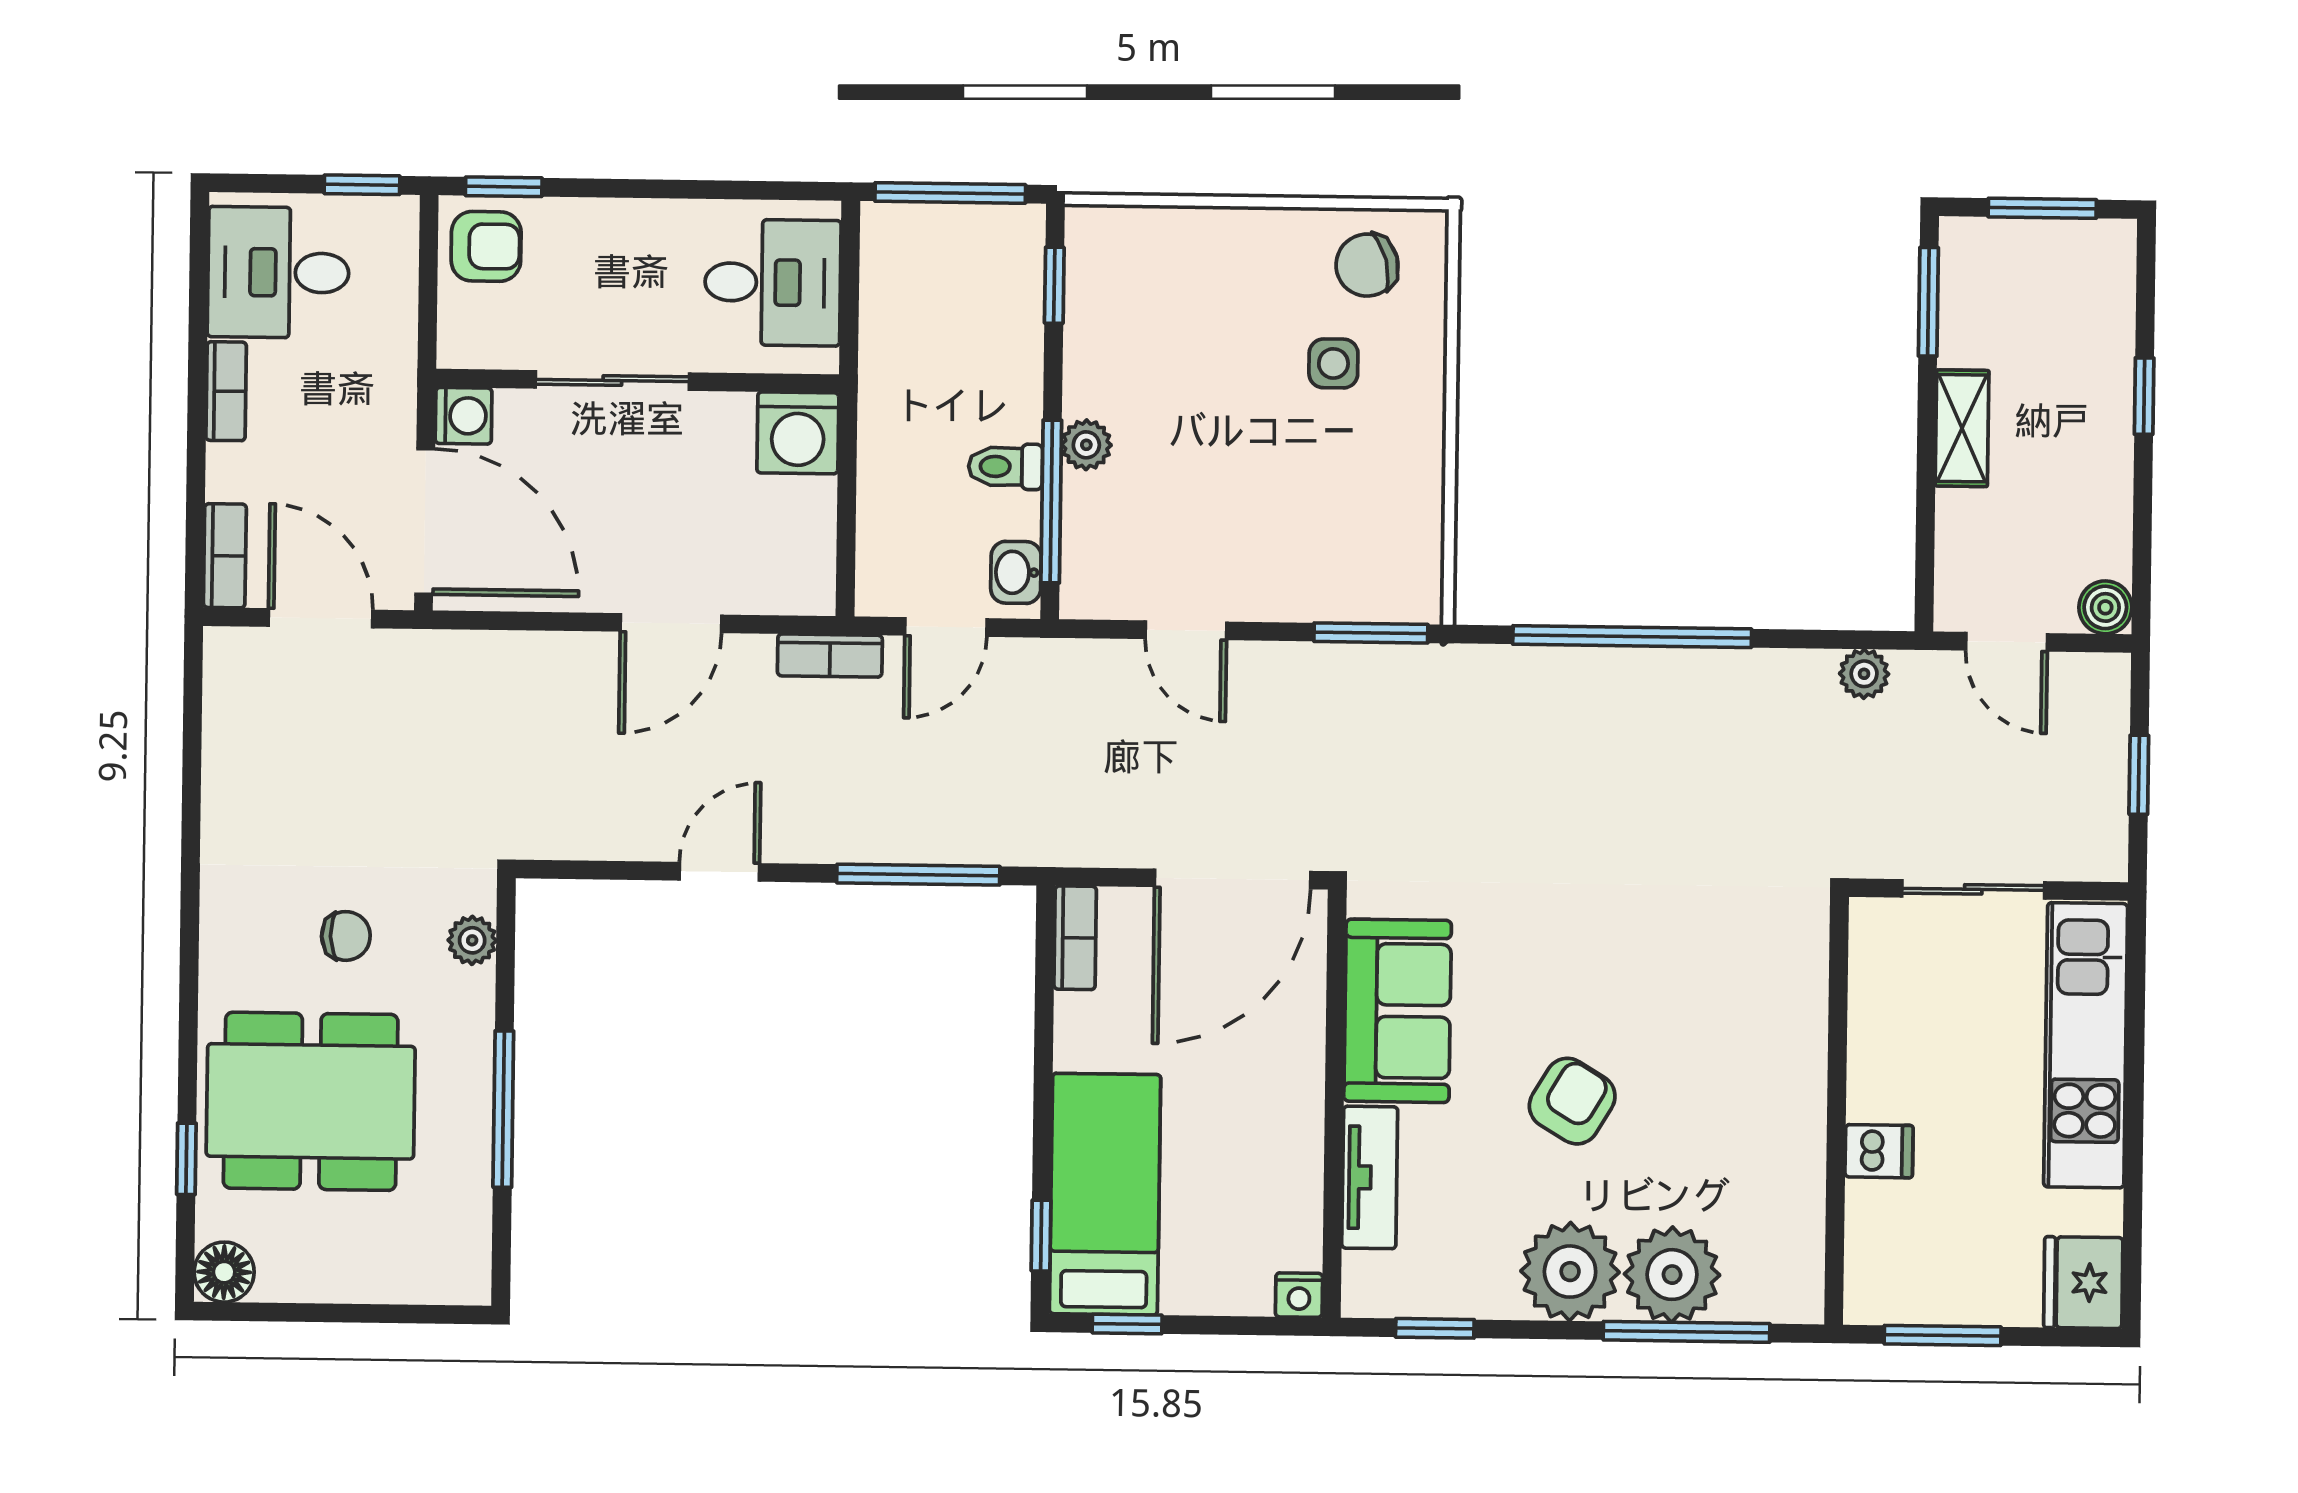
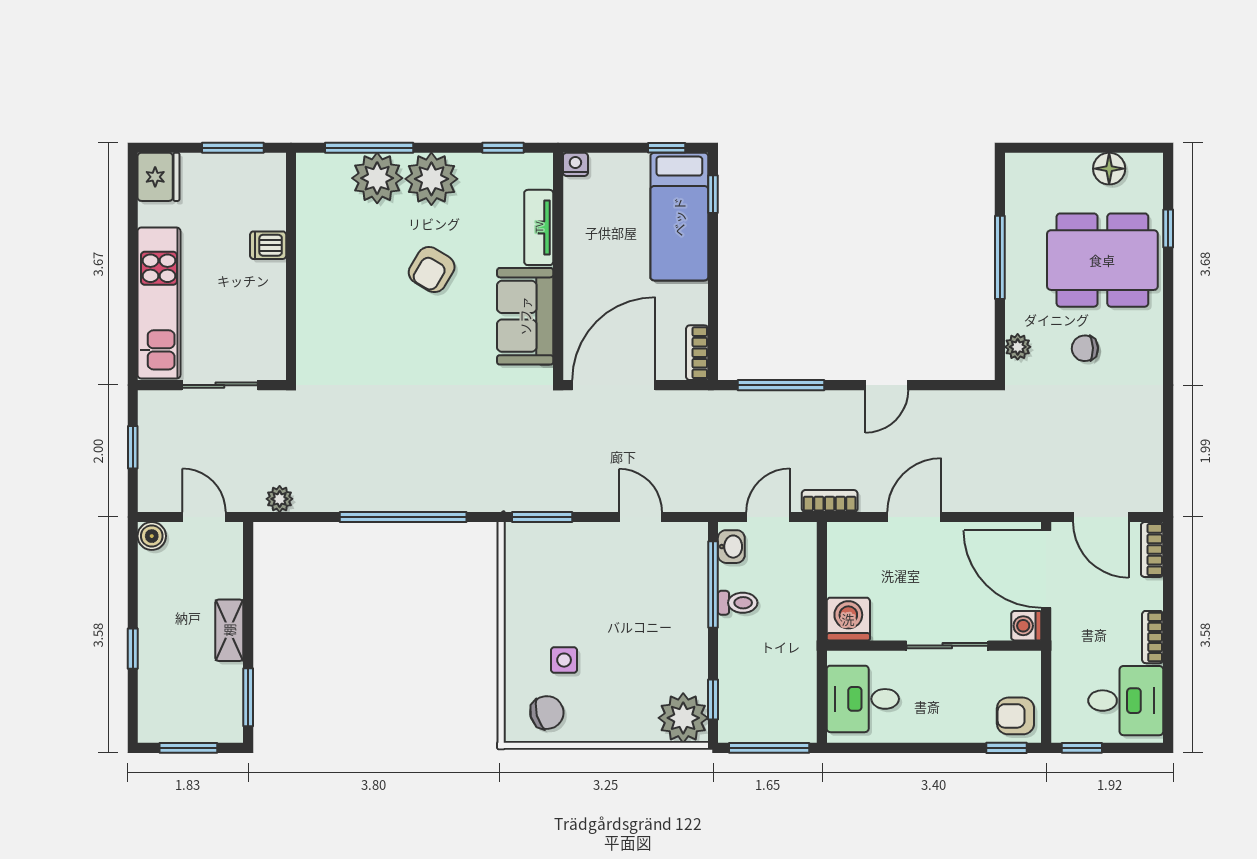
plant: (1086, 445) -> (683, 718), moved, width x1.88, depth x1.88
floor lamp: (224, 1272) -> (1109, 169), moved

